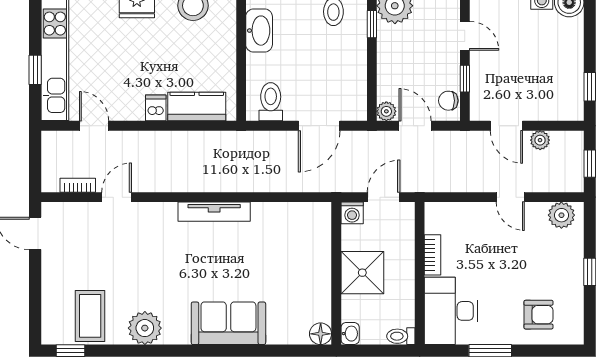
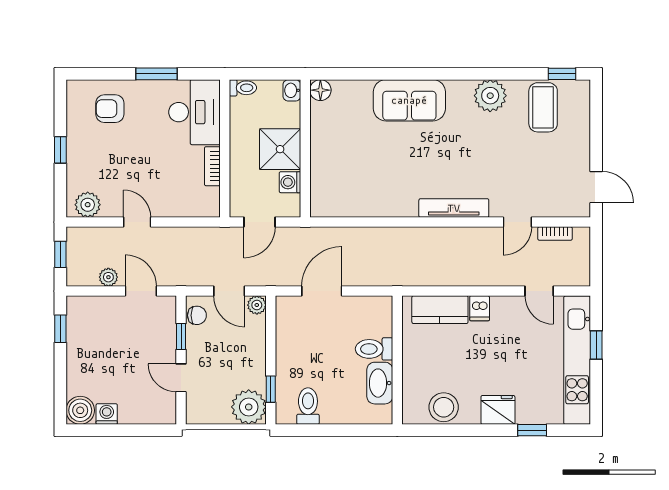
toilet: (271, 102) -> (374, 349), moved, turned 90
tv unit: (214, 212) -> (454, 208), moved
washing machine: (352, 213) -> (290, 182), moved, turned -90

